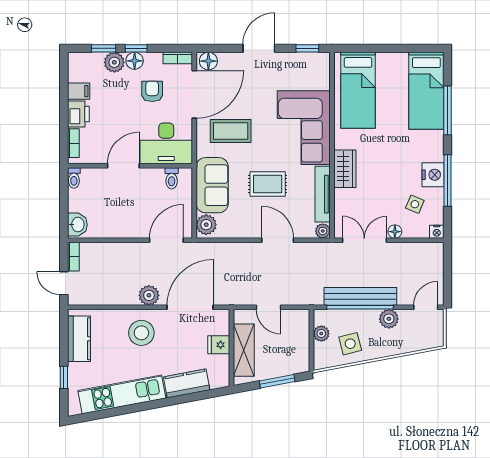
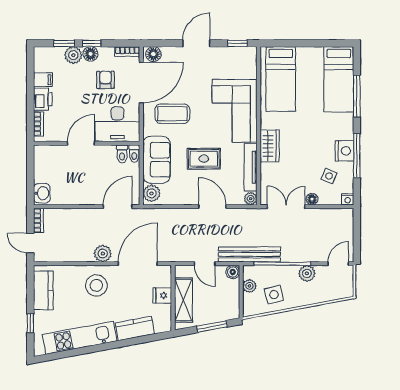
toilet: (74, 178) -> (134, 154), moved
bench: (360, 296) -> (249, 254), moved
boiler: (302, 317) -> (233, 272), added

